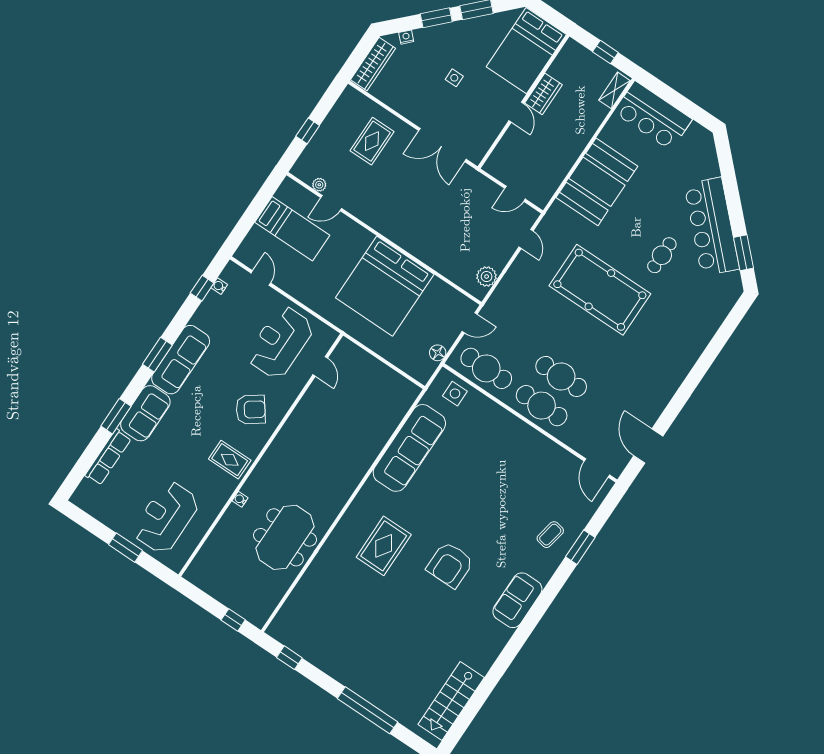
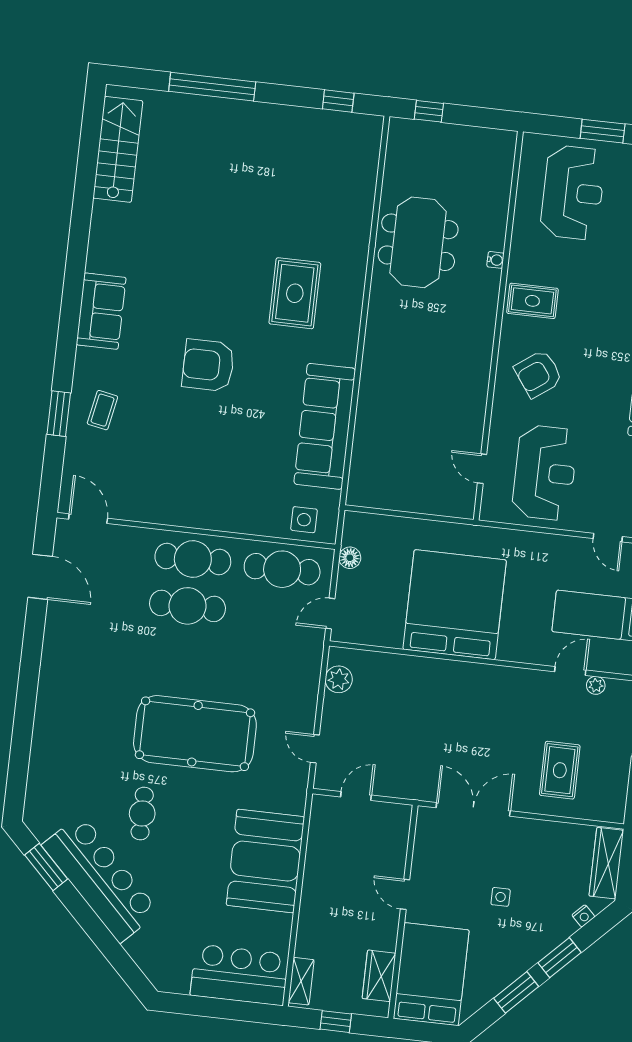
wardrobe: (543, 94) -> (379, 976), moved
armchair: (450, 565) -> (208, 365), moved, turned -90

